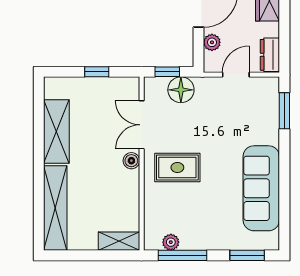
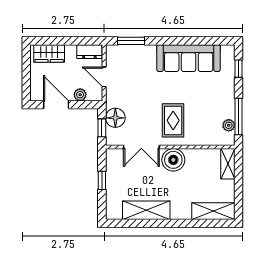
boiler: (131, 161) -> (173, 160), width x1.86, depth x1.86
shelving: (55, 208) -> (213, 211), width x0.68
window: (247, 255) -> (238, 69), width x0.67

